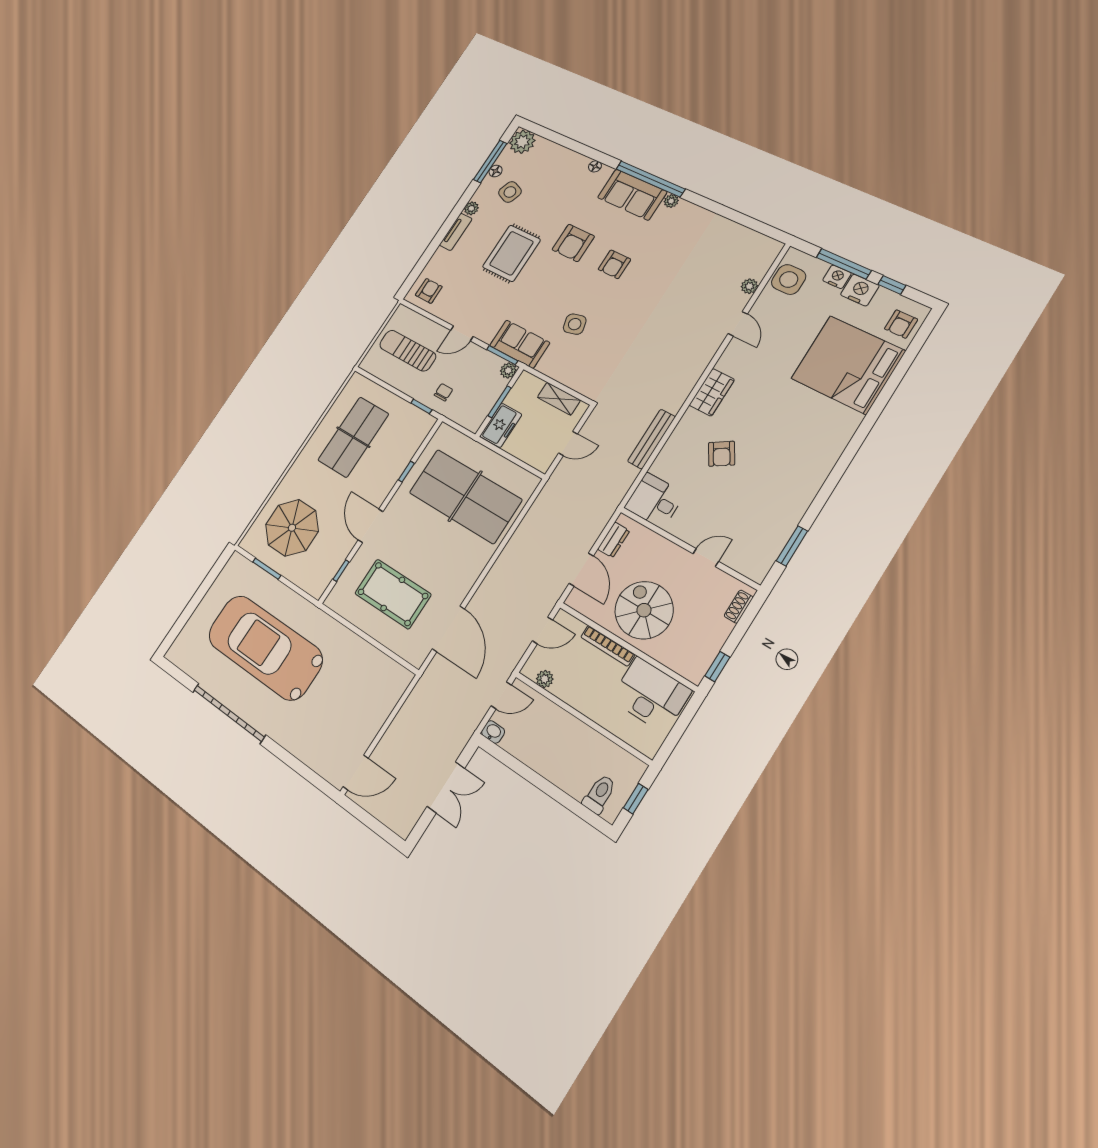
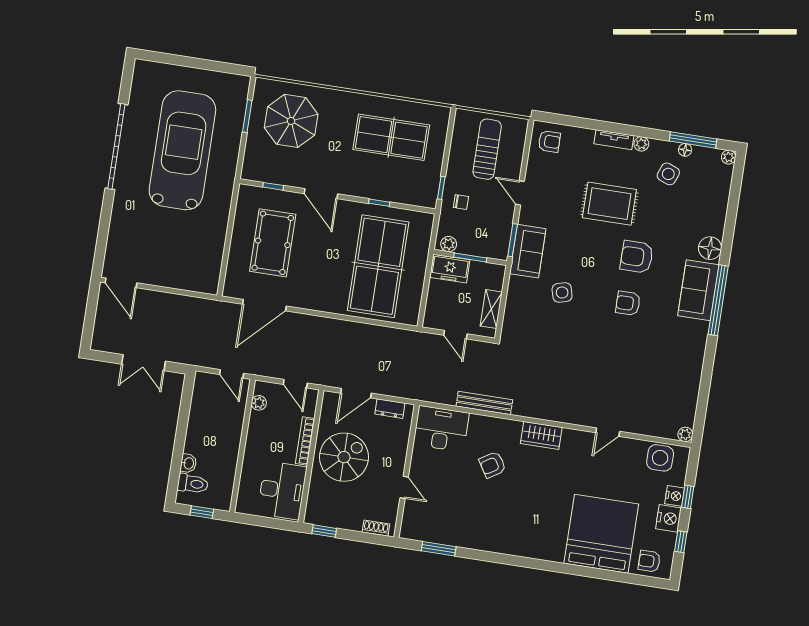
plant: (522, 142) -> (729, 157), width x0.53, depth x0.53
floor lamp: (595, 166) -> (710, 248), width x1.89, depth x1.89
plant: (671, 201) -> (702, 328), removed
window: (844, 264) -> (688, 497), width x0.46
plant: (749, 286) -> (685, 434), moved
plant: (508, 370) -> (449, 244), moved
desk: (655, 501) -> (441, 429), width x1.37
door: (371, 526) -> (321, 194), swing flipped
washbasin: (493, 732) -> (188, 463), moved

